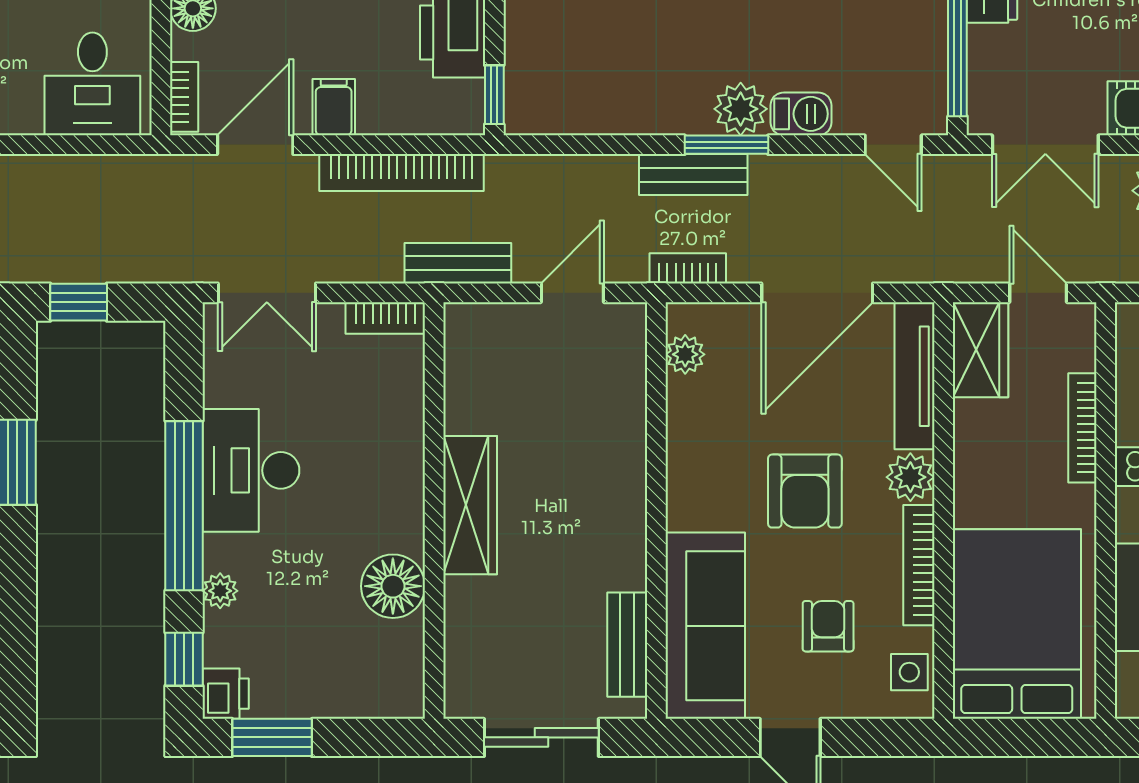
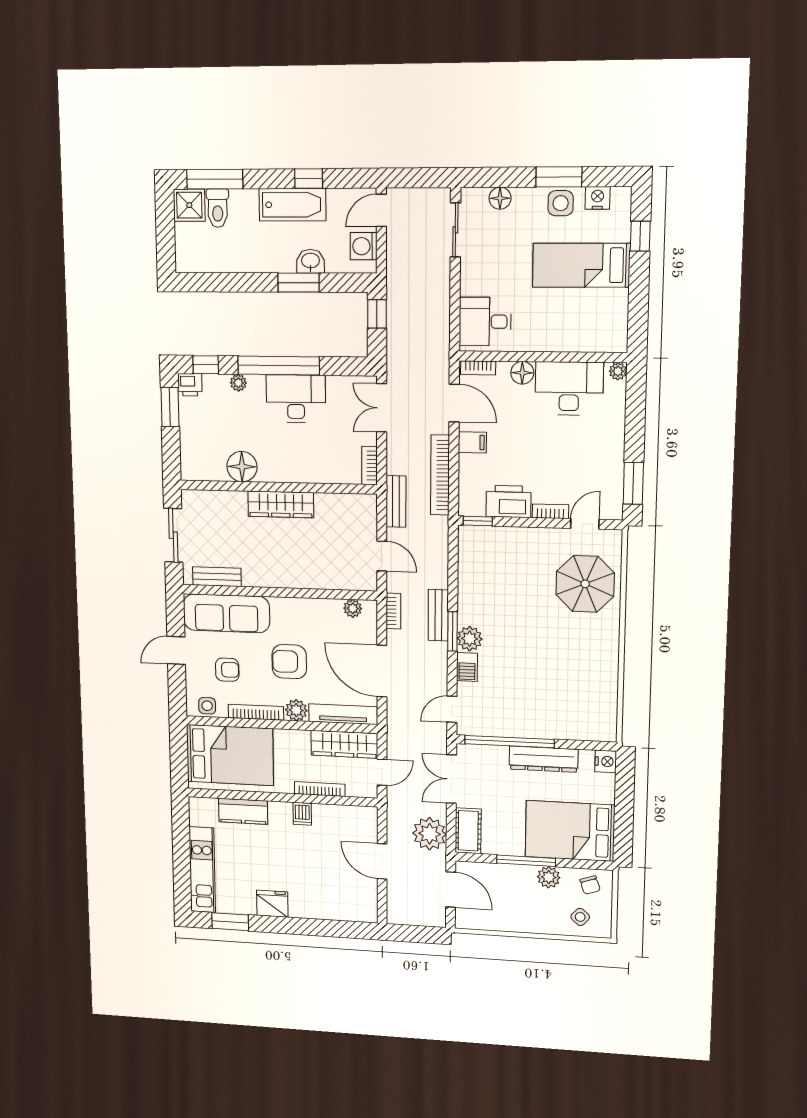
wardrobe: (980, 350) -> (344, 744), width x1.50

